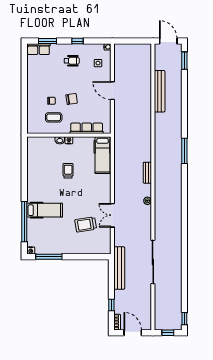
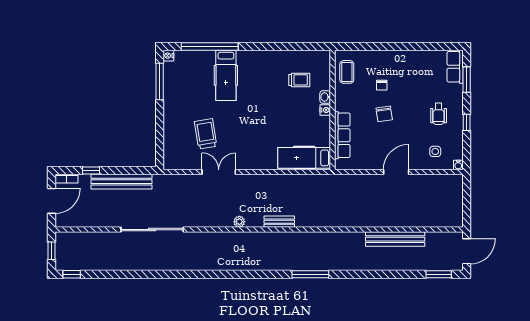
coffee table: (54, 117) -> (347, 72), moved
trolley: (68, 171) -> (299, 80), moved
bench: (119, 268) -> (122, 182), moved

